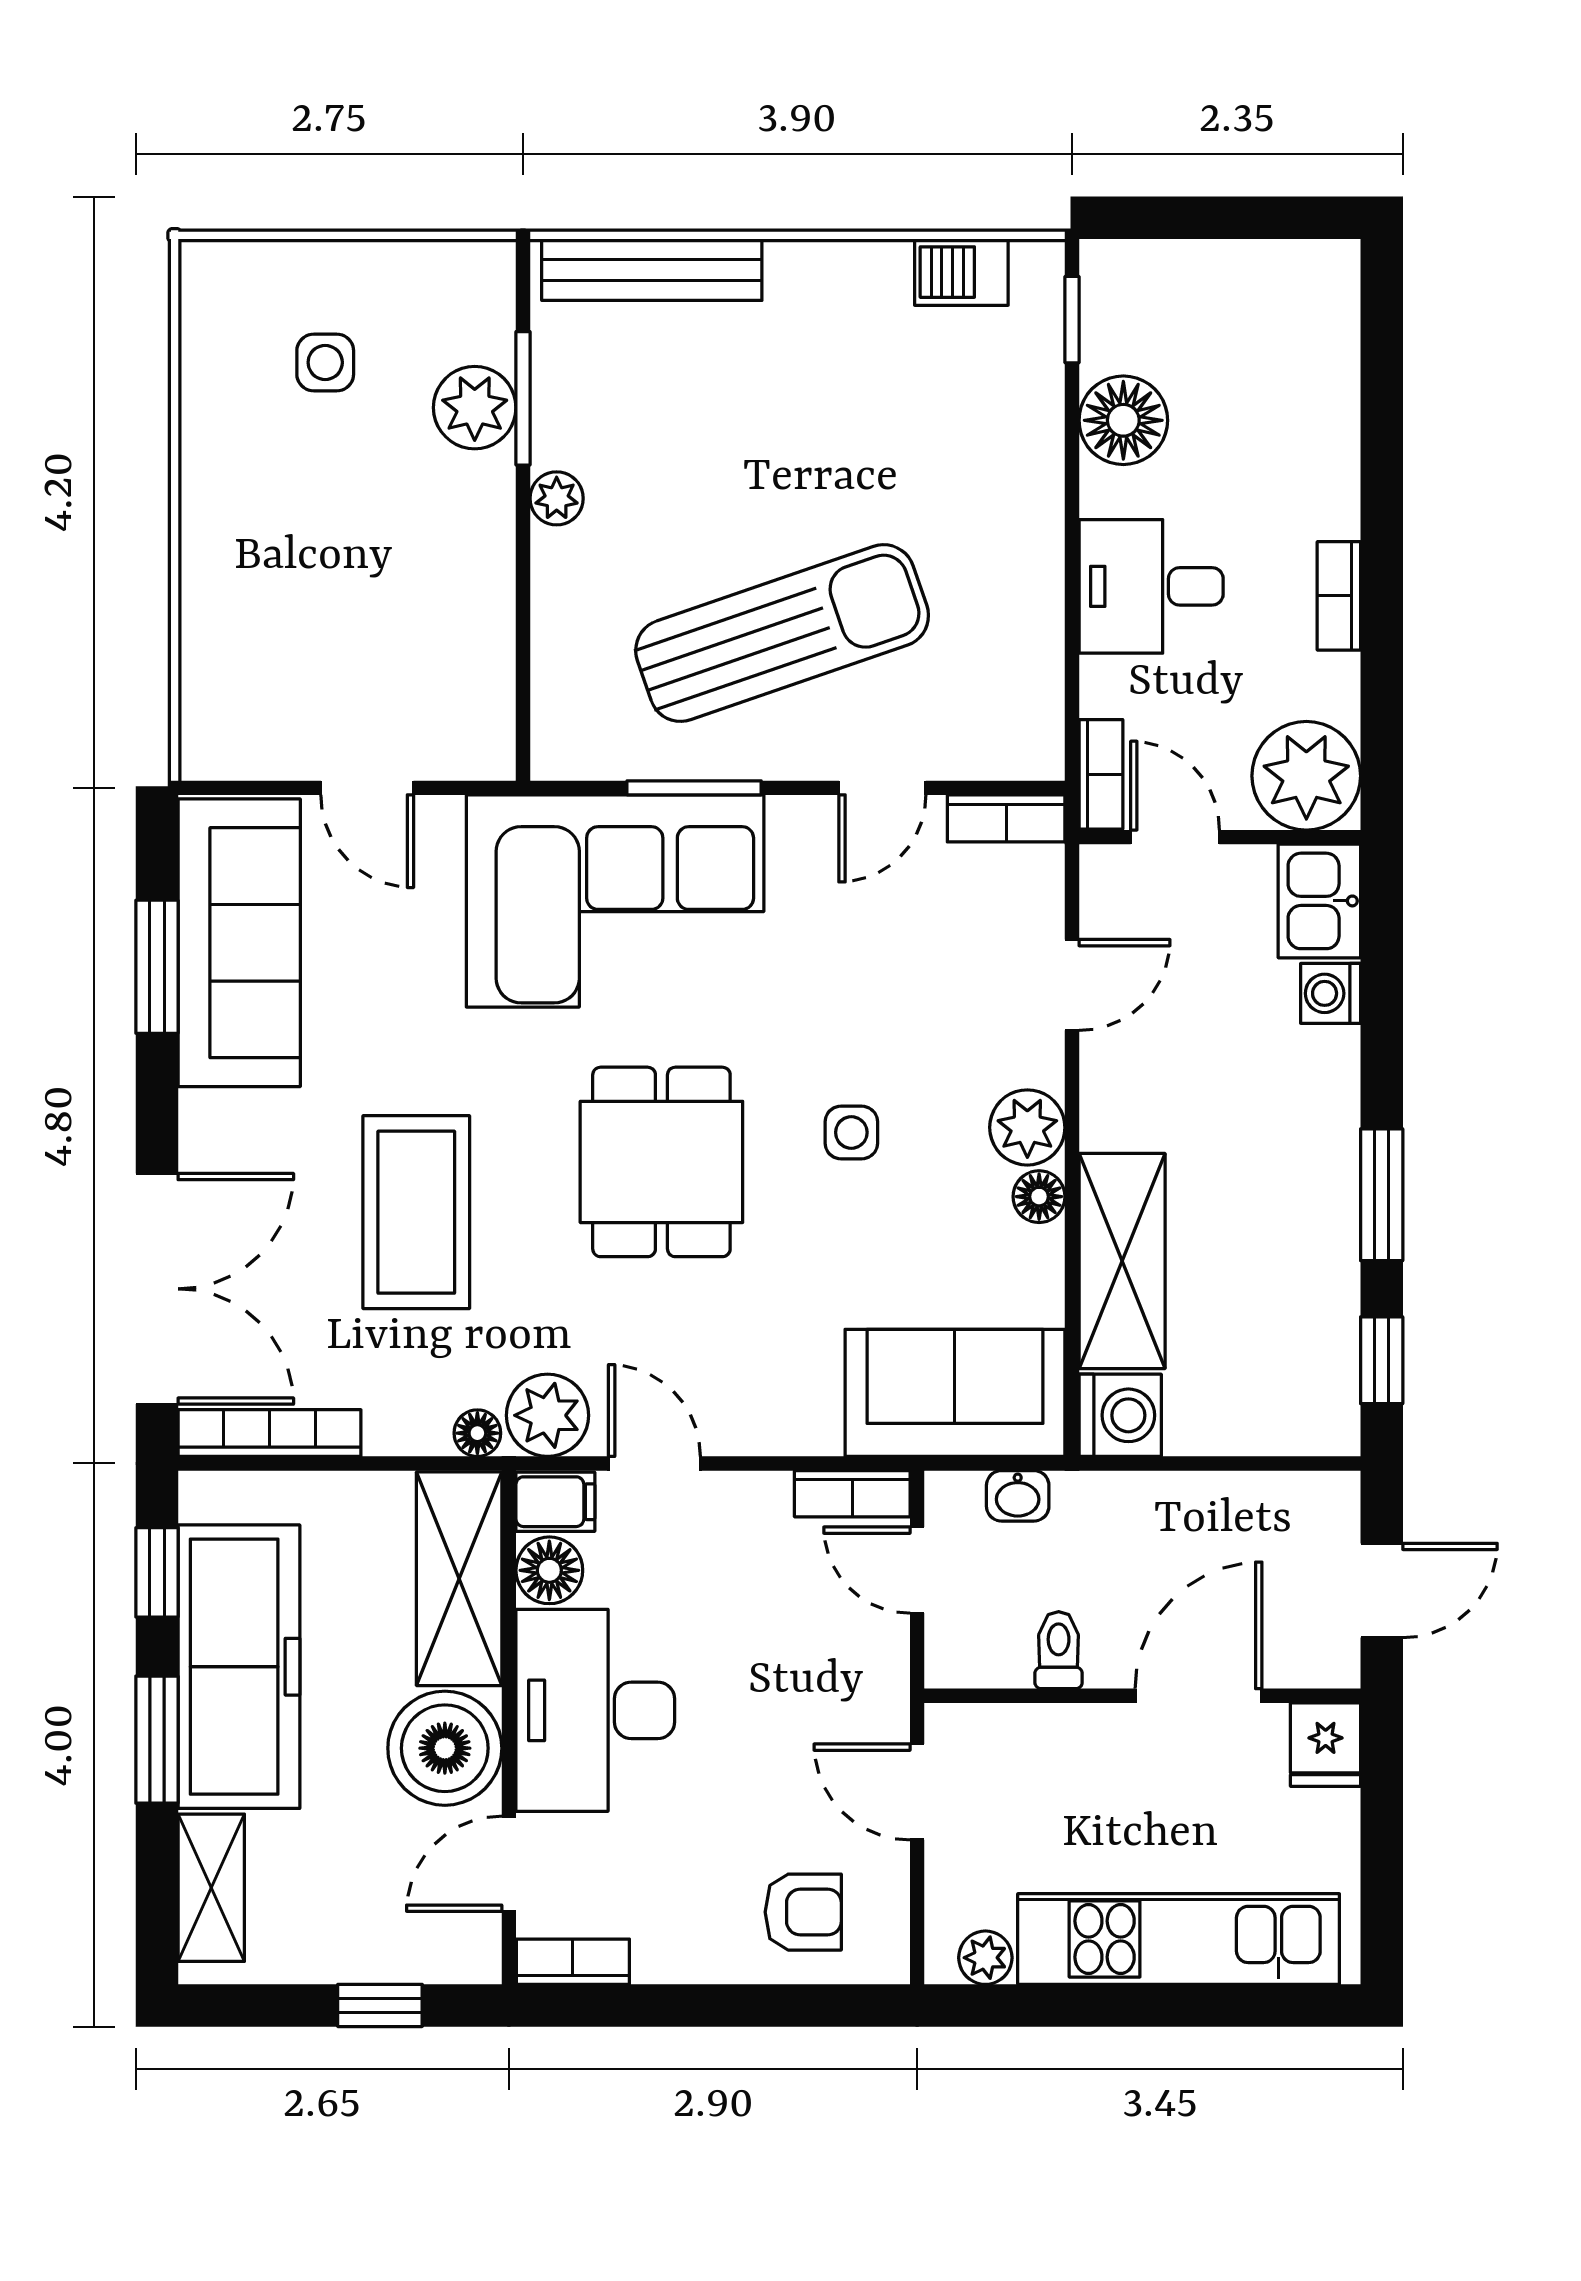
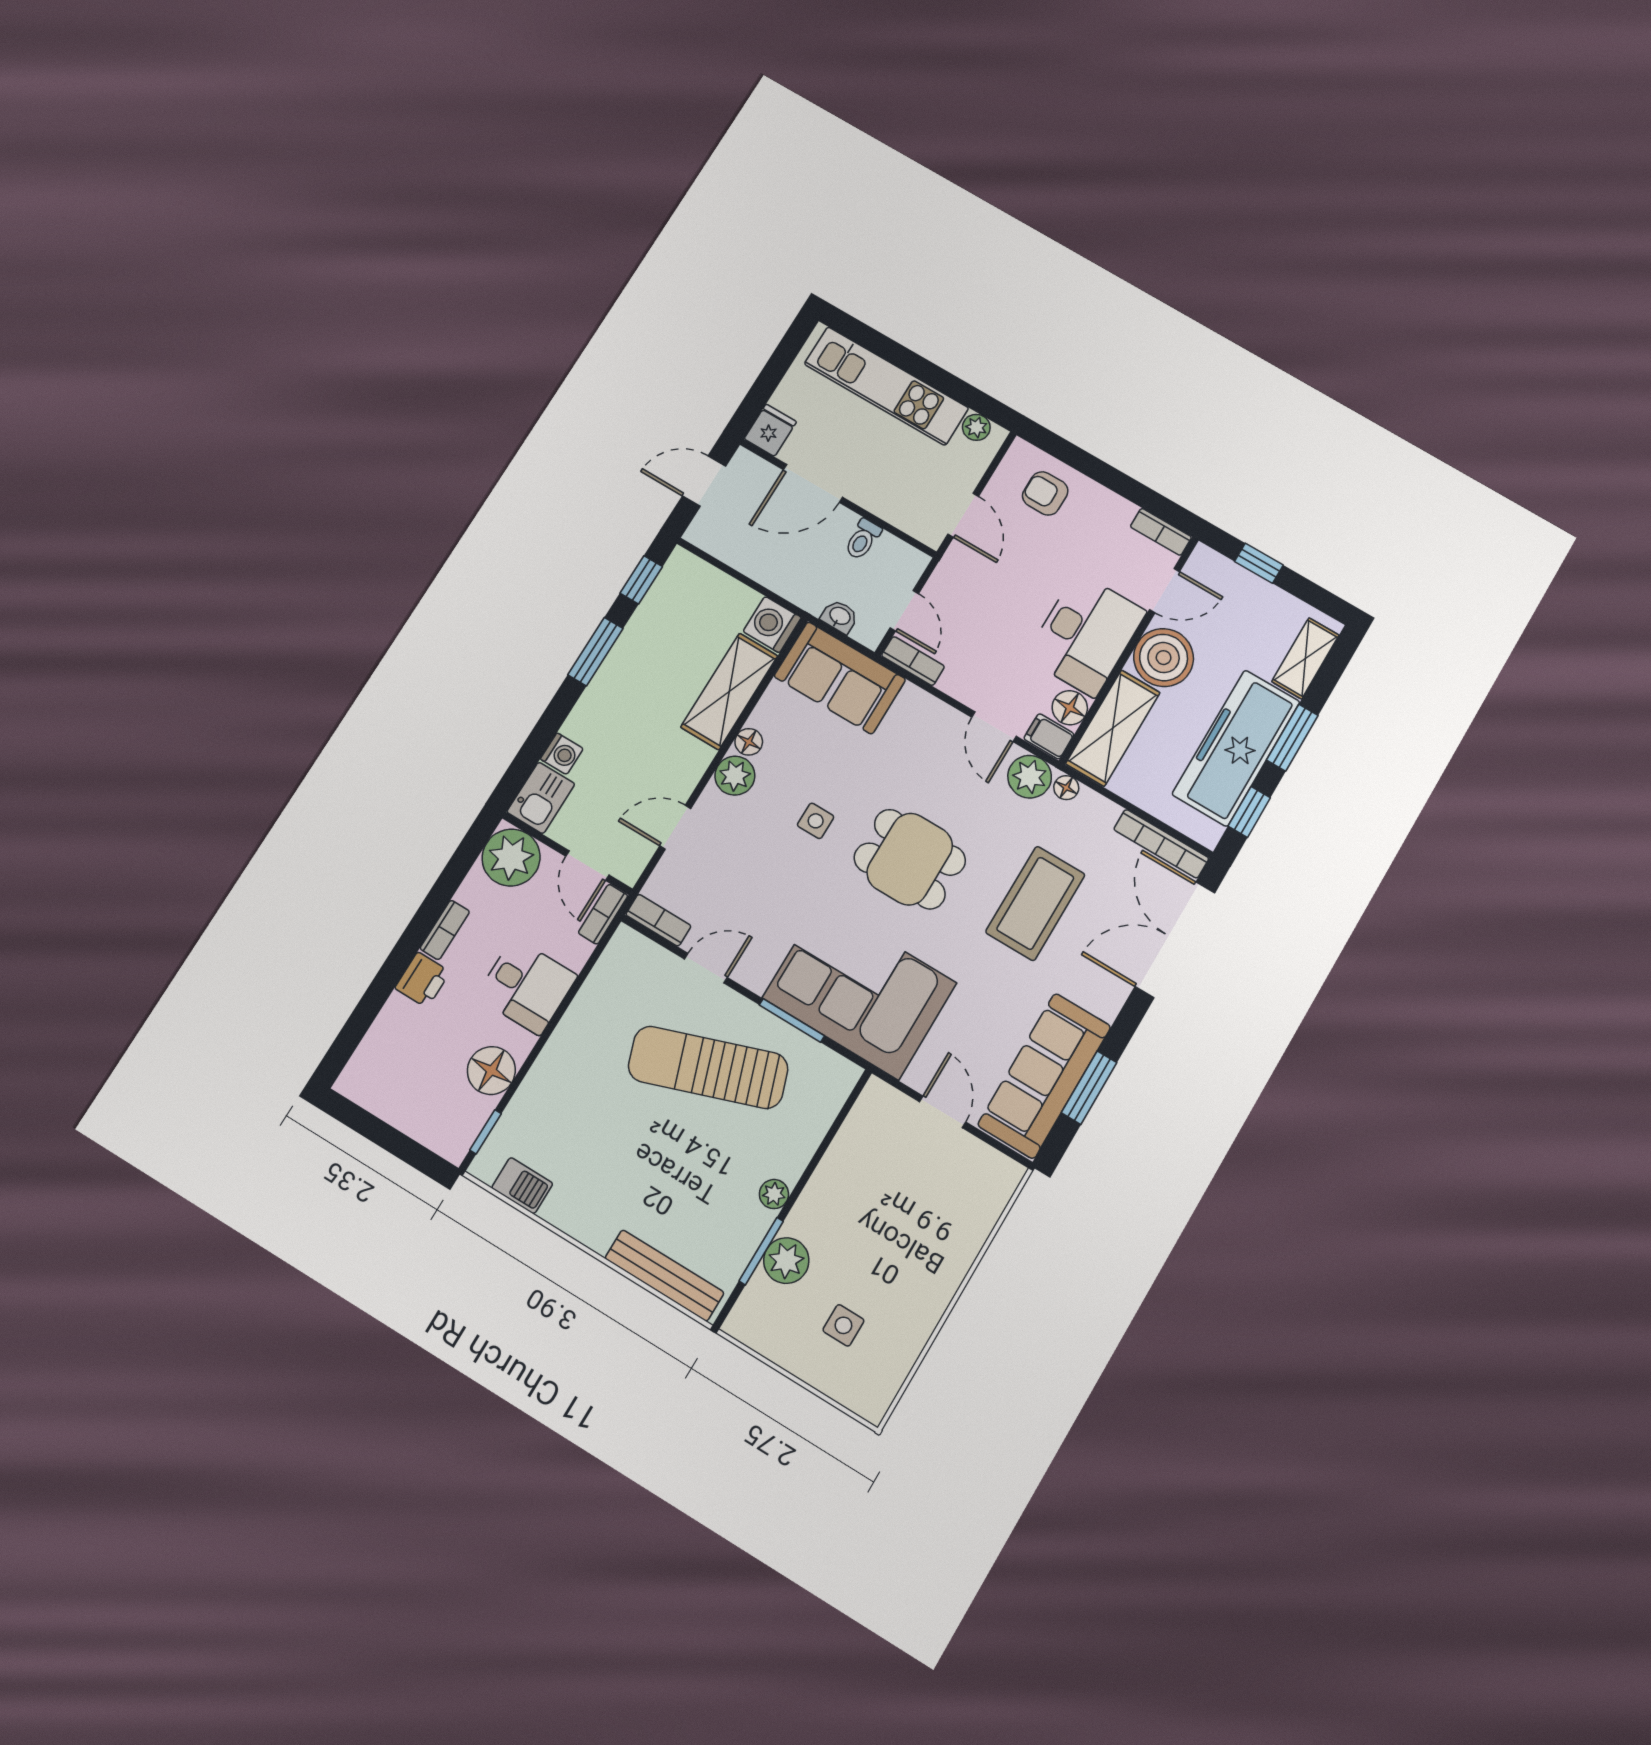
printer: (1324, 496) -> (423, 980), added
dining table: (661, 1162) -> (910, 859), turned 90

